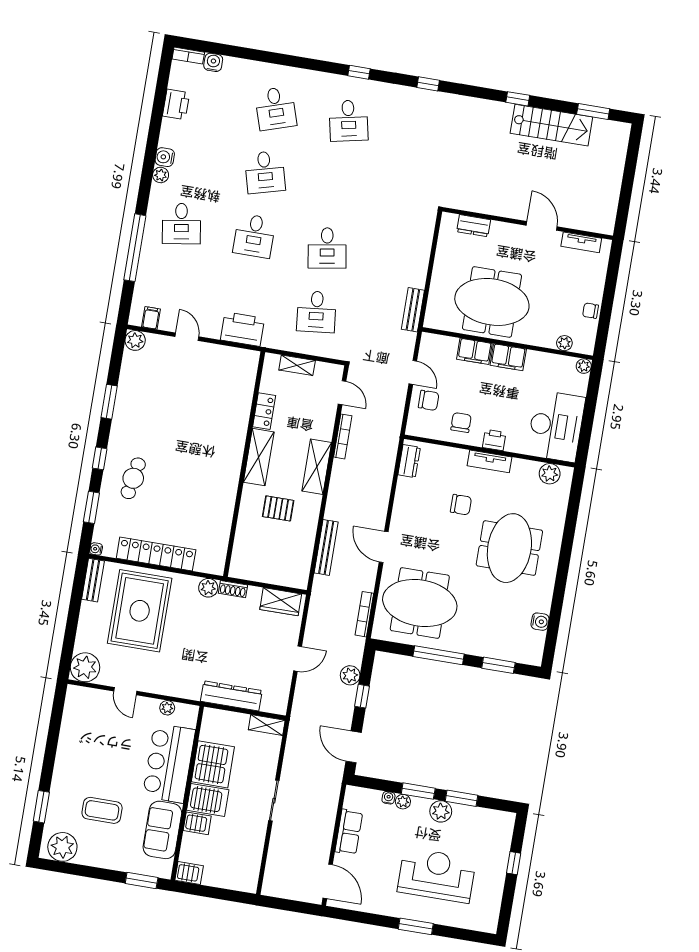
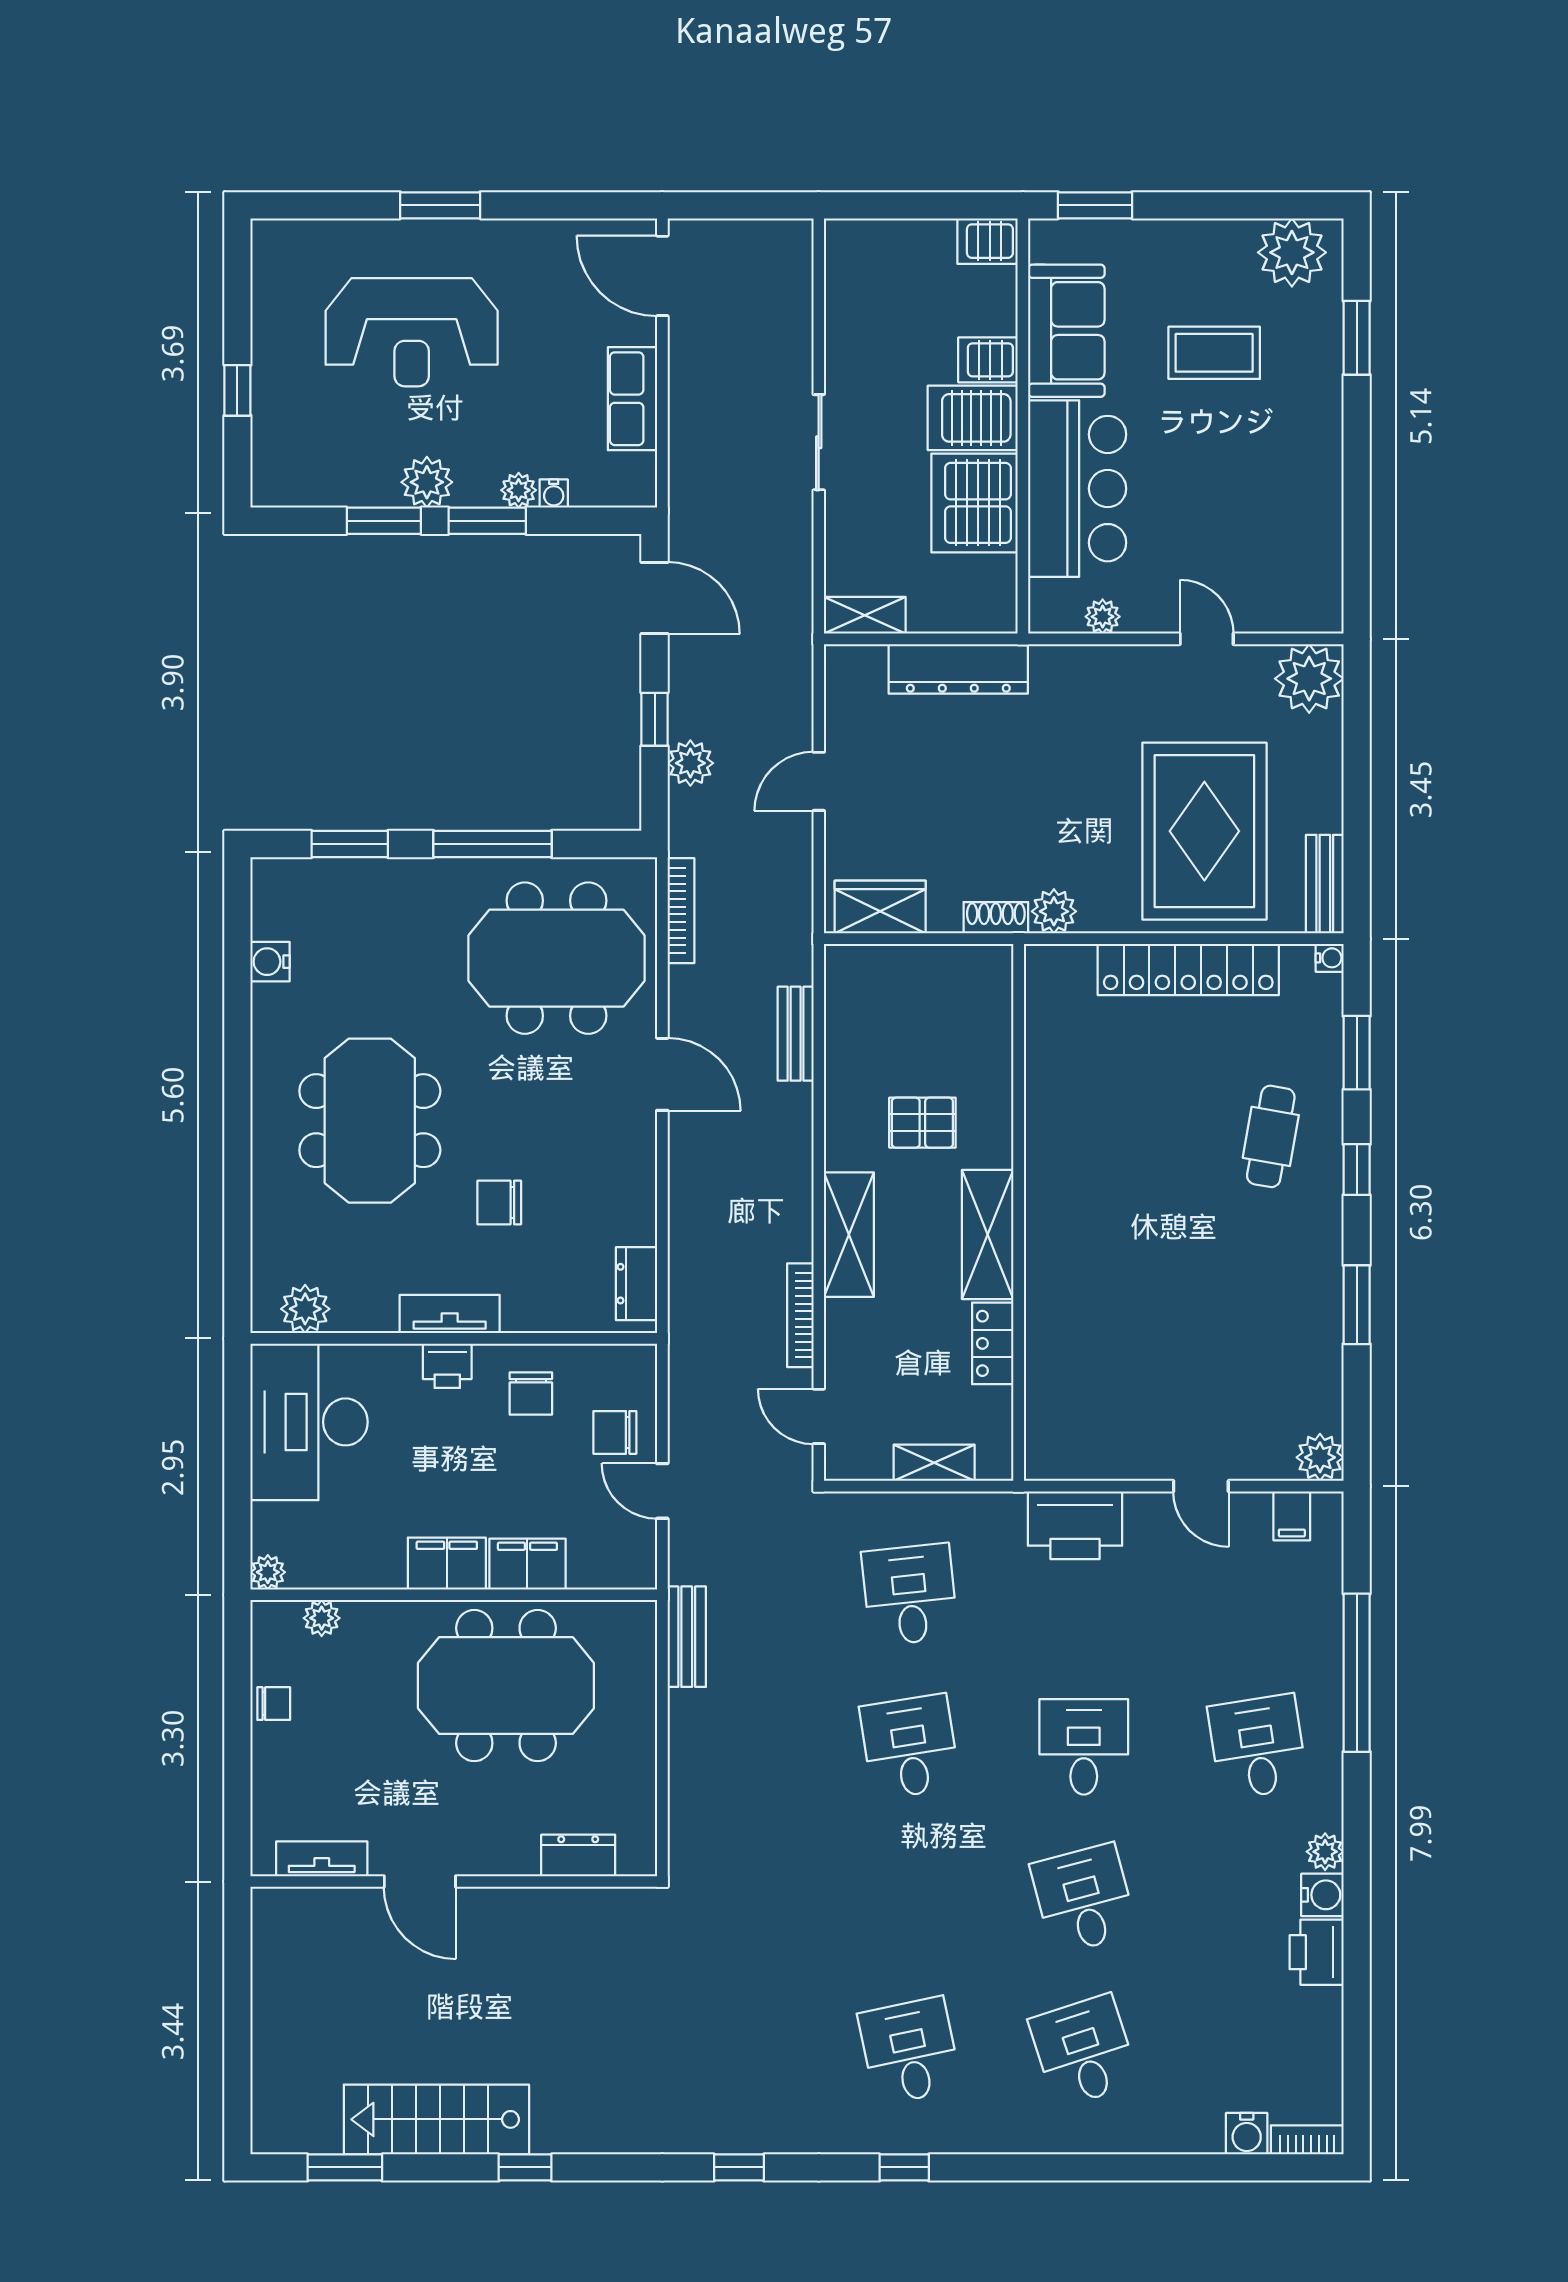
printer: (176, 104) -> (1317, 1952), moved
bench: (326, 547) -> (796, 1034), width x0.73

